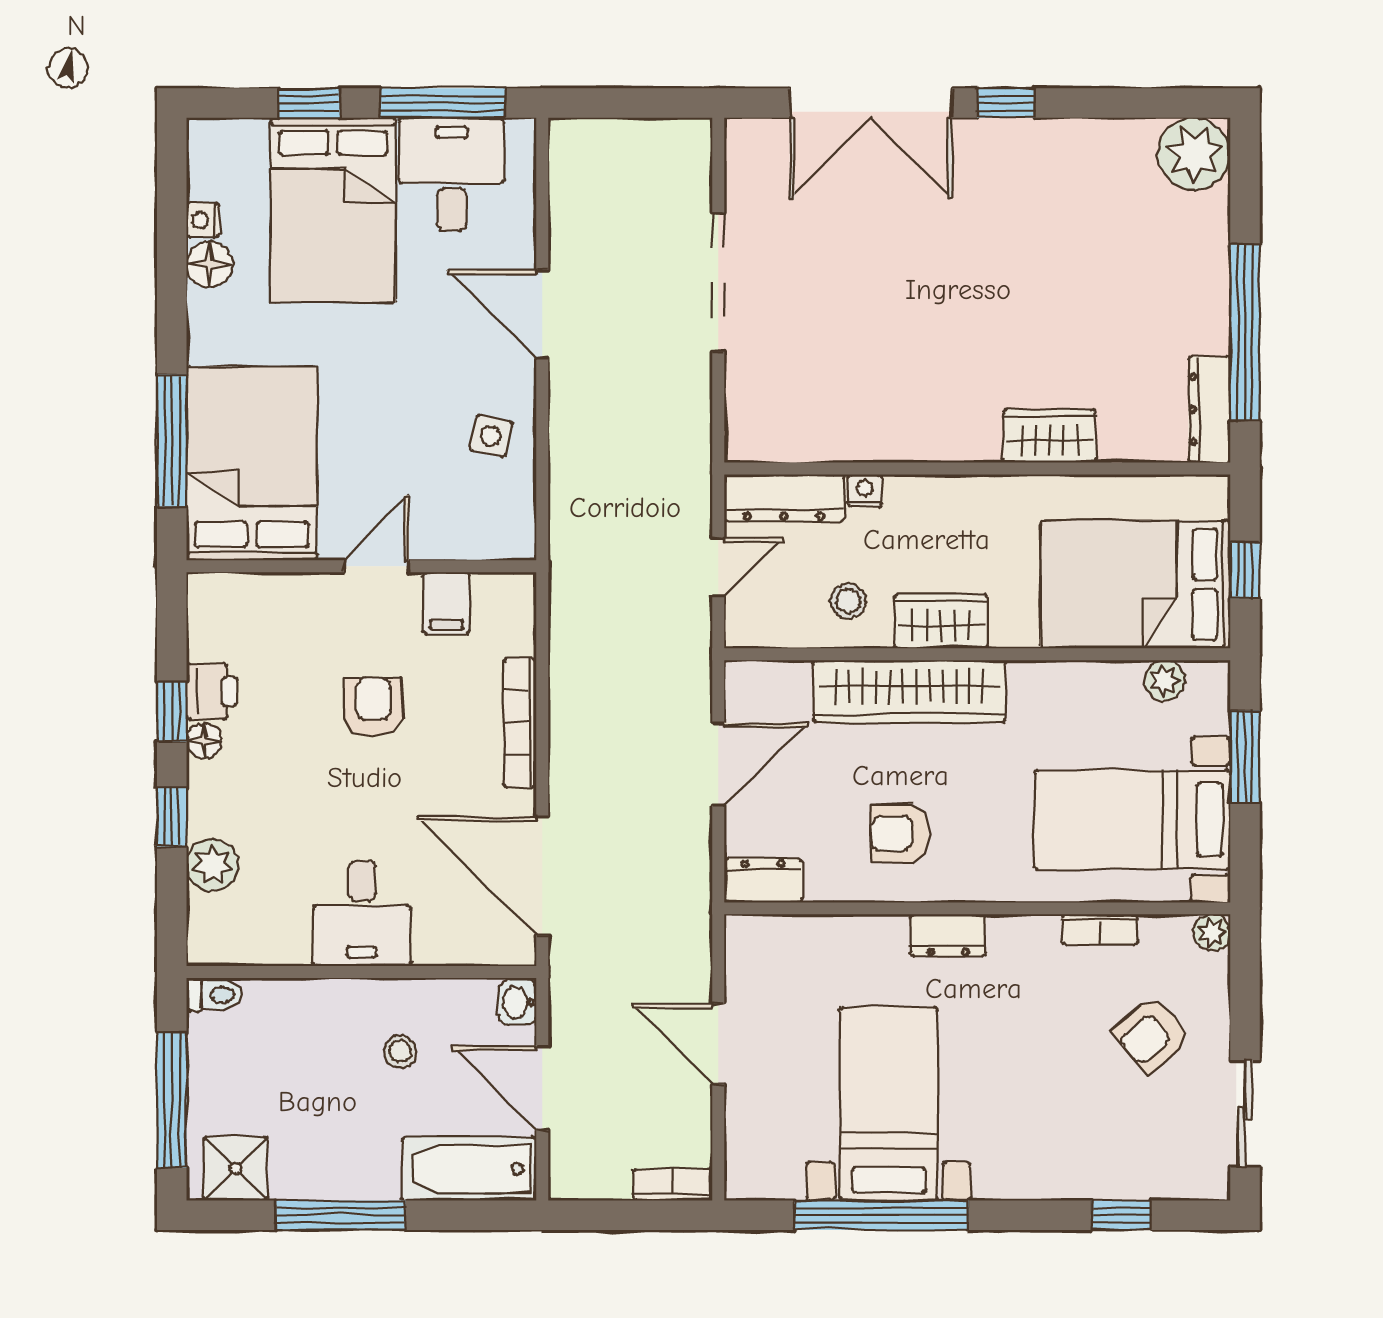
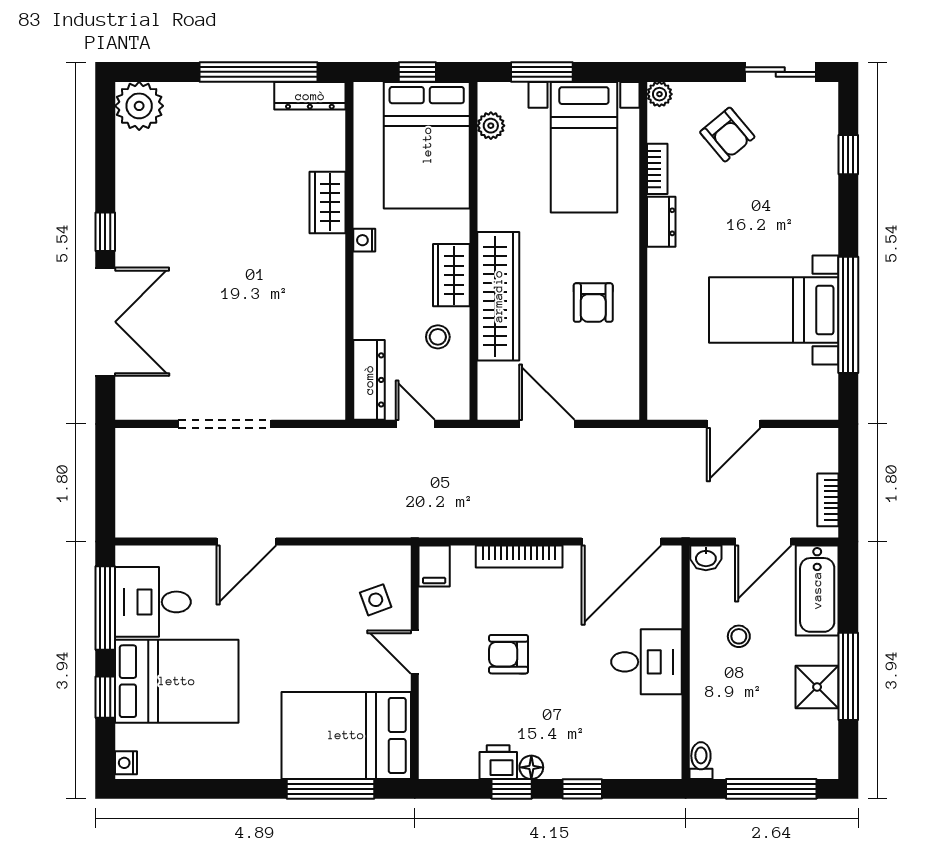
nightstand: (203, 220) -> (126, 763), moved, turned 90
floor lamp: (209, 264) -> (213, 764), removed
side table: (491, 436) -> (376, 600), moved, turned -33
nightstand: (865, 491) -> (364, 240), moved
filing cabinet: (446, 603) -> (434, 566), moved, turned 90
plant: (212, 865) -> (614, 762), removed
dresser: (763, 881) -> (625, 394), removed
dresser: (948, 935) -> (661, 222), moved
shower: (235, 1169) -> (817, 687), moved
bookcase: (673, 1185) -> (828, 500), moved

